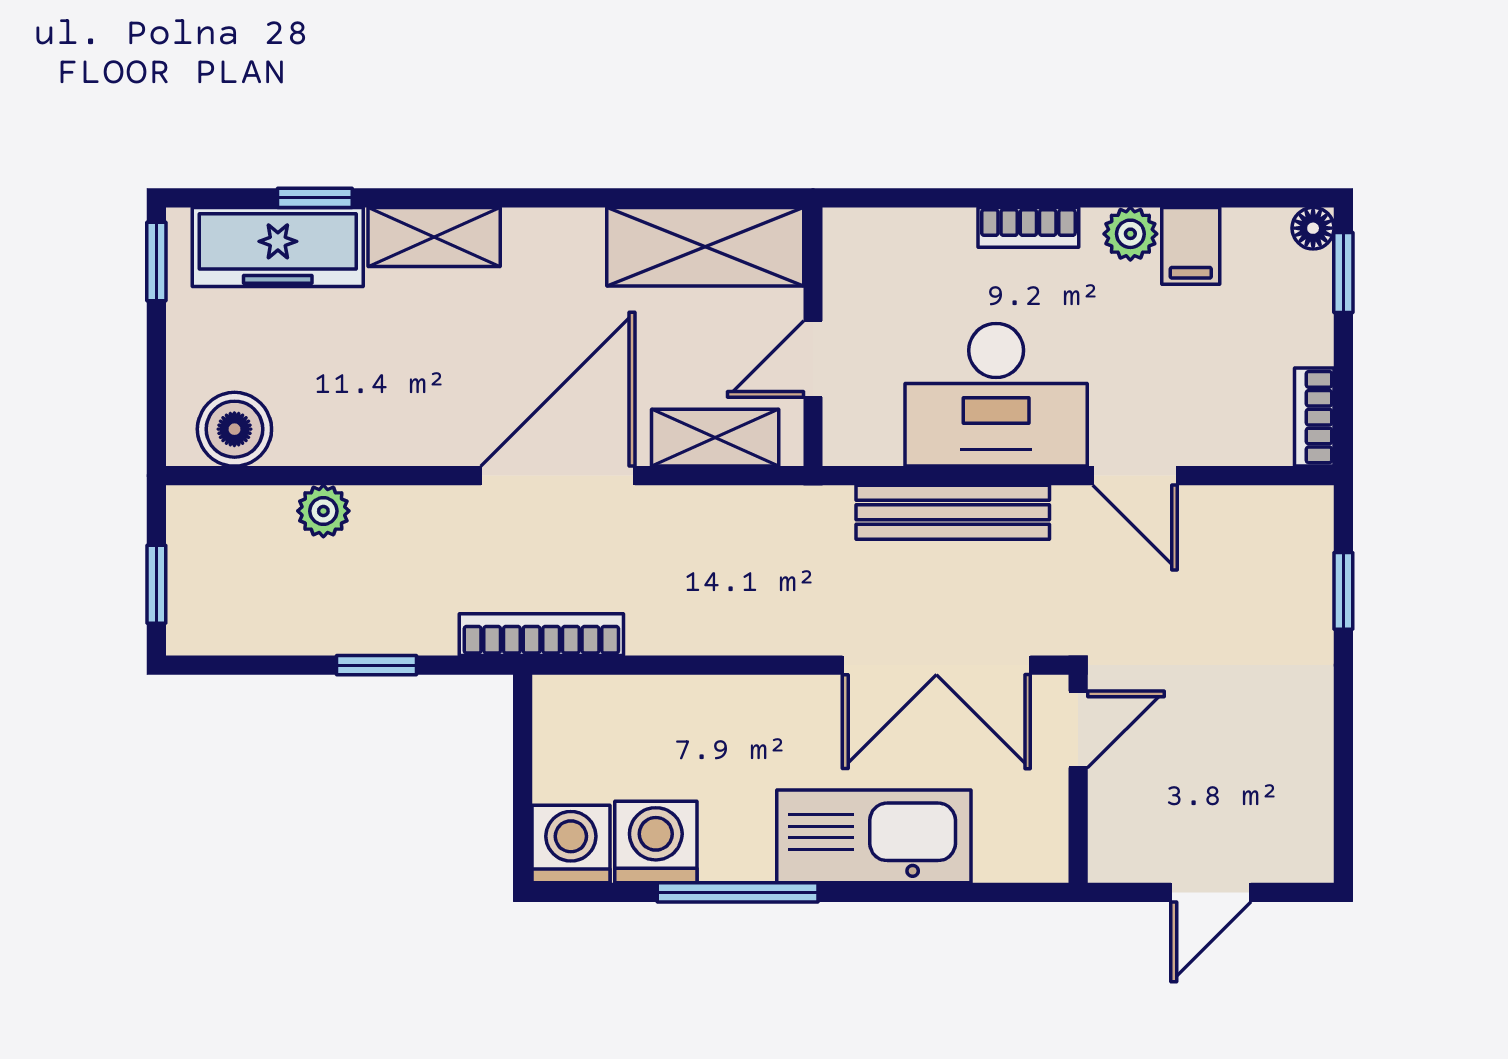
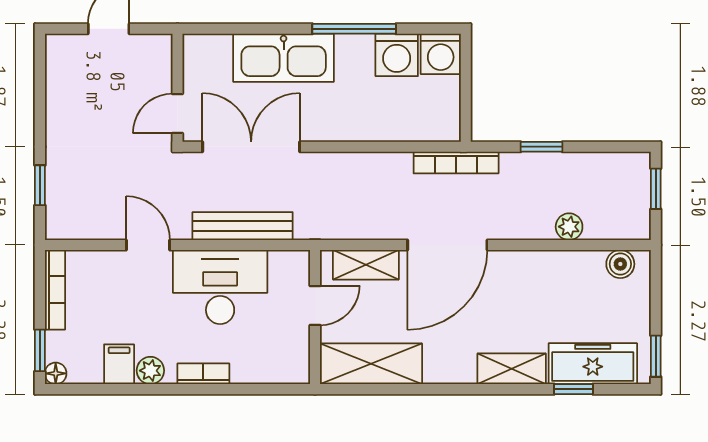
bookcase: (1314, 417) -> (55, 290), width x1.56
boiler: (234, 429) -> (620, 264), width x0.73, depth x0.73

